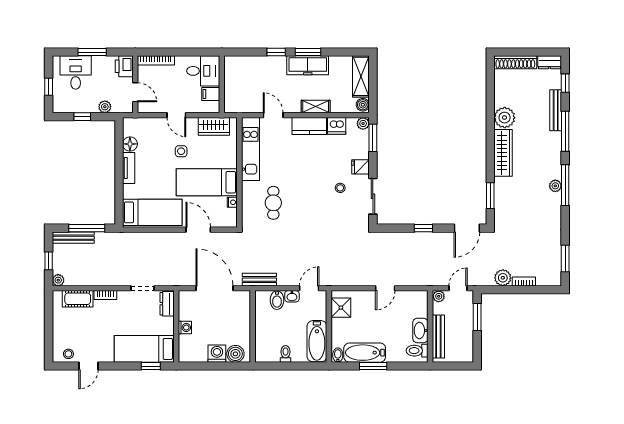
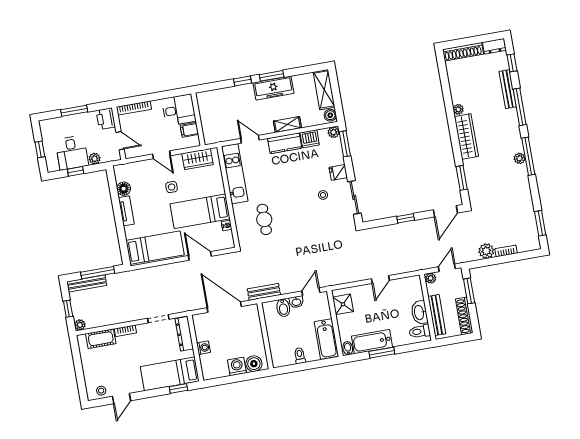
desk: (76, 73) -> (72, 153), moved, turned 180
plant: (505, 118) -> (458, 109), width x0.53, depth x0.53
dresser: (167, 304) -> (184, 334), width x1.44
shoe rack: (467, 343) -> (464, 316), added

